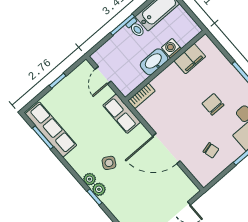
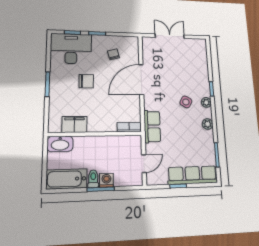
washing machine: (171, 48) -> (106, 180), moved, turned 180
washbasin: (154, 62) -> (60, 144), moved
chair: (213, 104) -> (86, 81), turned -90
row of seats: (51, 130) -> (193, 175), moved, turned 90
door: (166, 149) -> (141, 80), swing flipped
plant: (99, 189) -> (208, 124), moved

